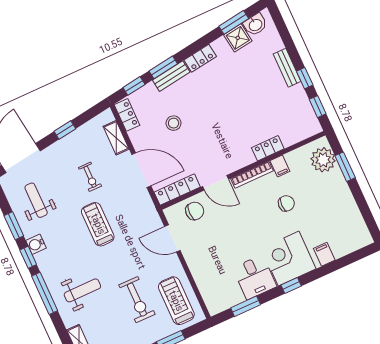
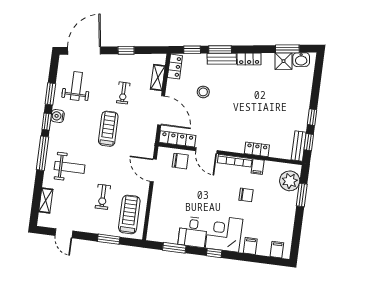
bench: (287, 68) -> (299, 146), moved
filing cabinet: (355, 241) -> (277, 250), added
exercise bike: (137, 300) -> (103, 197), width x0.73, depth x0.72

